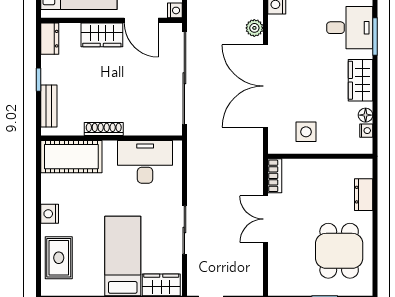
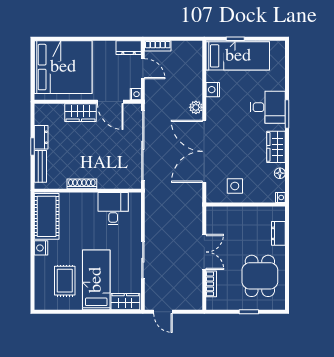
dresser: (50, 39) -> (41, 137), moved
nightstand: (366, 131) -> (280, 197), moved
cot: (71, 157) -> (47, 216), moved, turned 90
desk: (145, 162) -> (113, 209), width x0.73
bookcase: (275, 176) -> (211, 284), moved
double door: (266, 219) -> (204, 252), swing flipped
rug: (59, 258) -> (65, 281), moved

